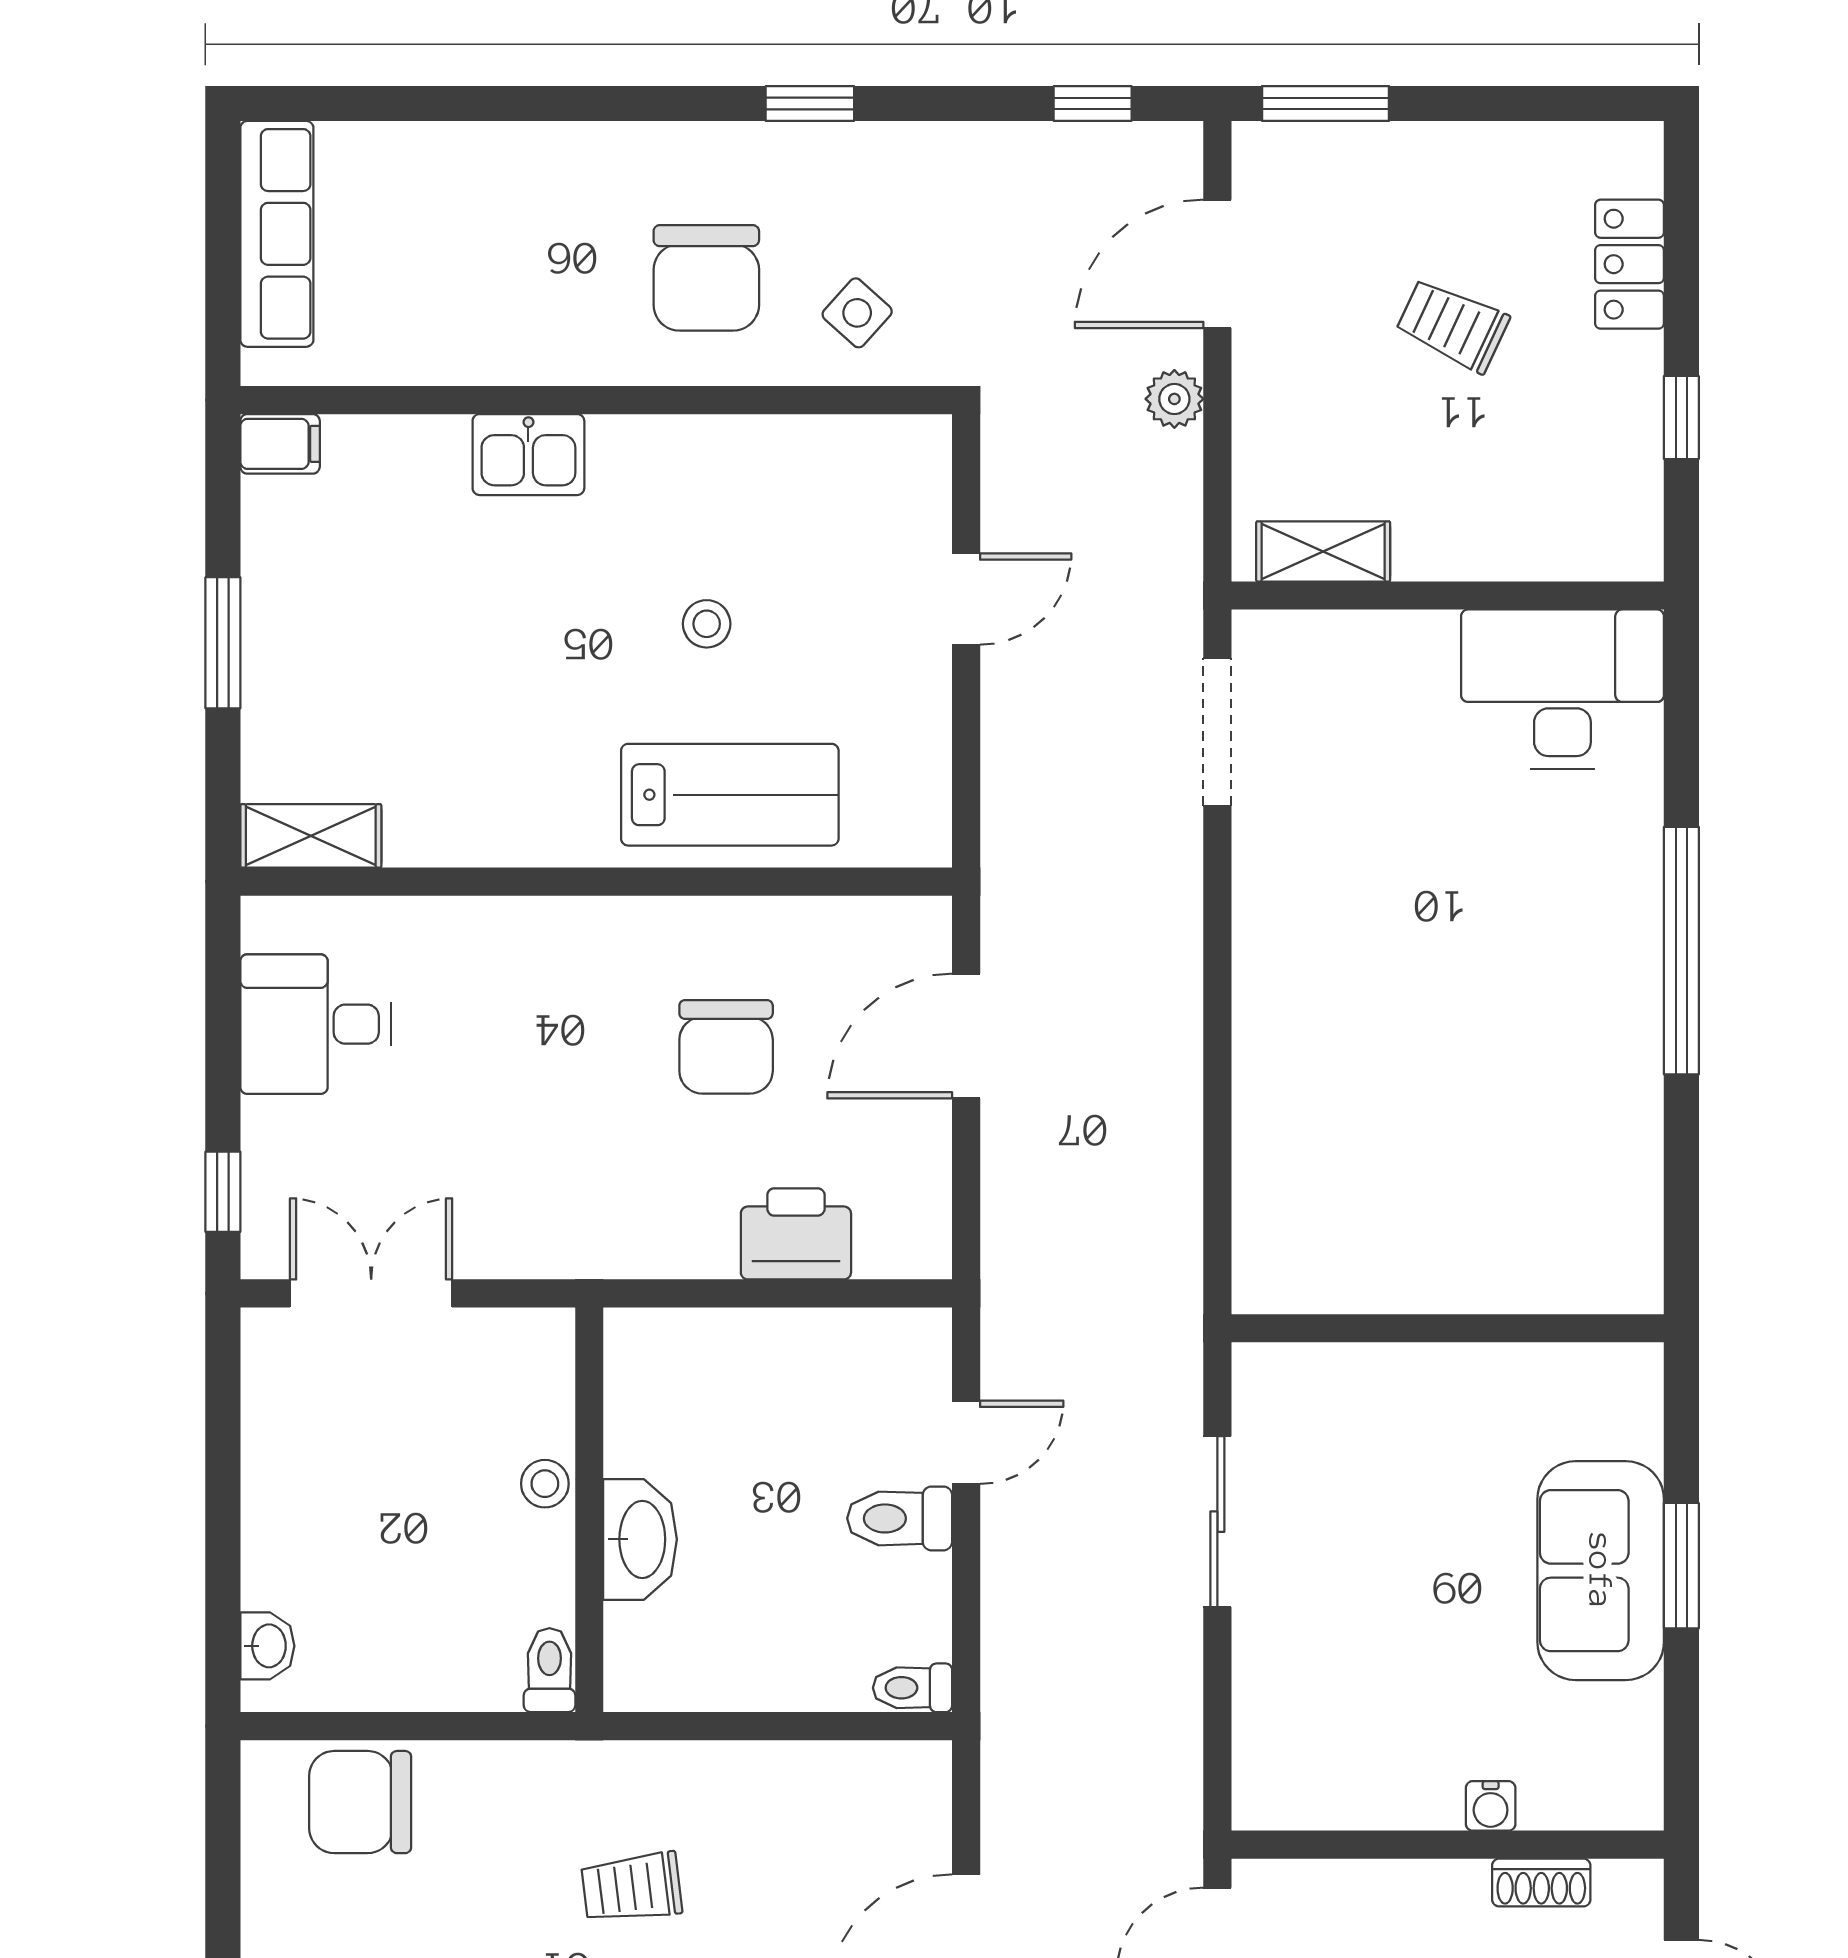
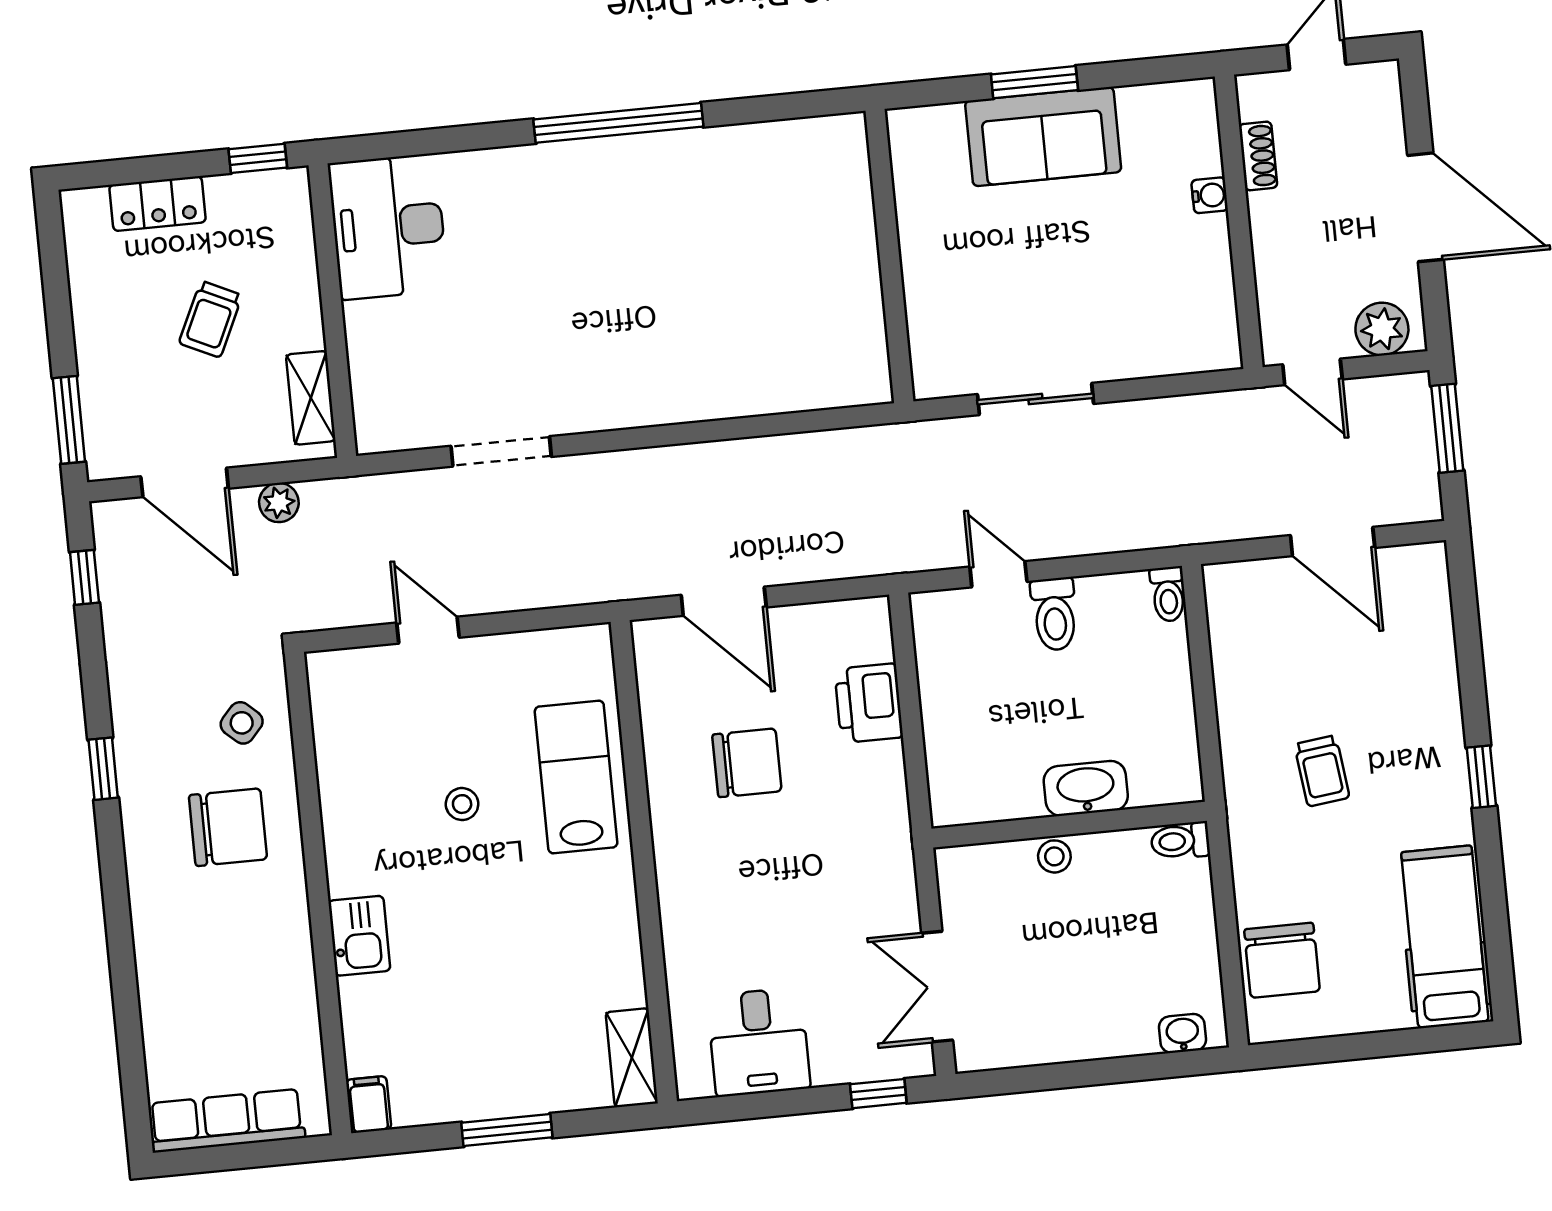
shelving: (1323, 551) -> (311, 398), moved
wall: (1448, 596) -> (332, 311), moved
desk: (1562, 689) -> (388, 227), moved

